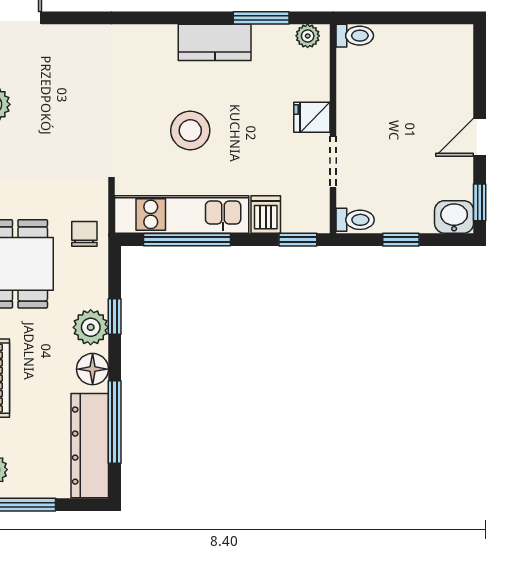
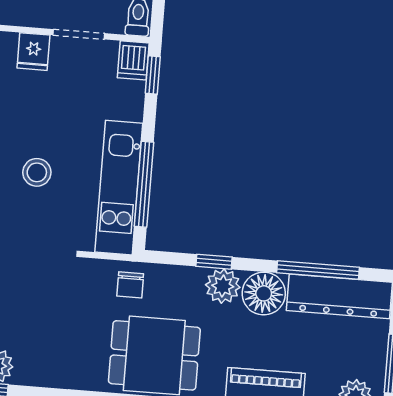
stool: (190, 131) -> (37, 172), width x0.73, depth x0.73
dishwasher: (266, 214) -> (133, 60), moved, turned -90
chair: (84, 234) -> (130, 285), turned -90
floor lamp: (93, 369) -> (264, 293), width x1.38, depth x1.38

